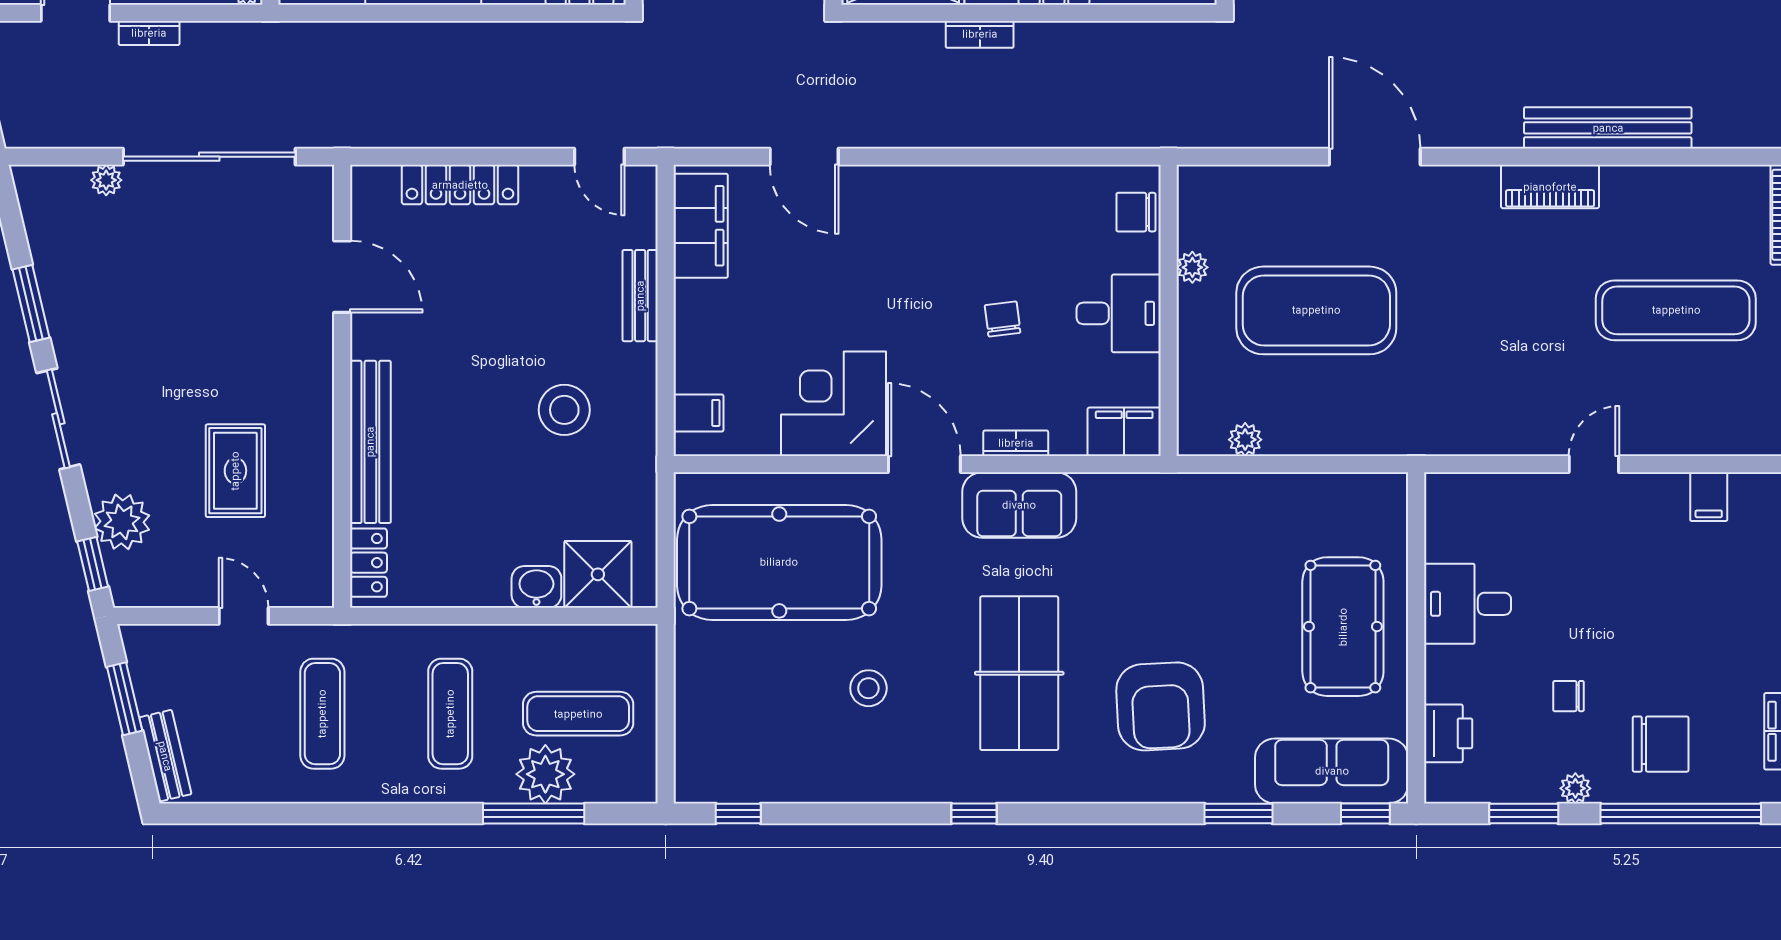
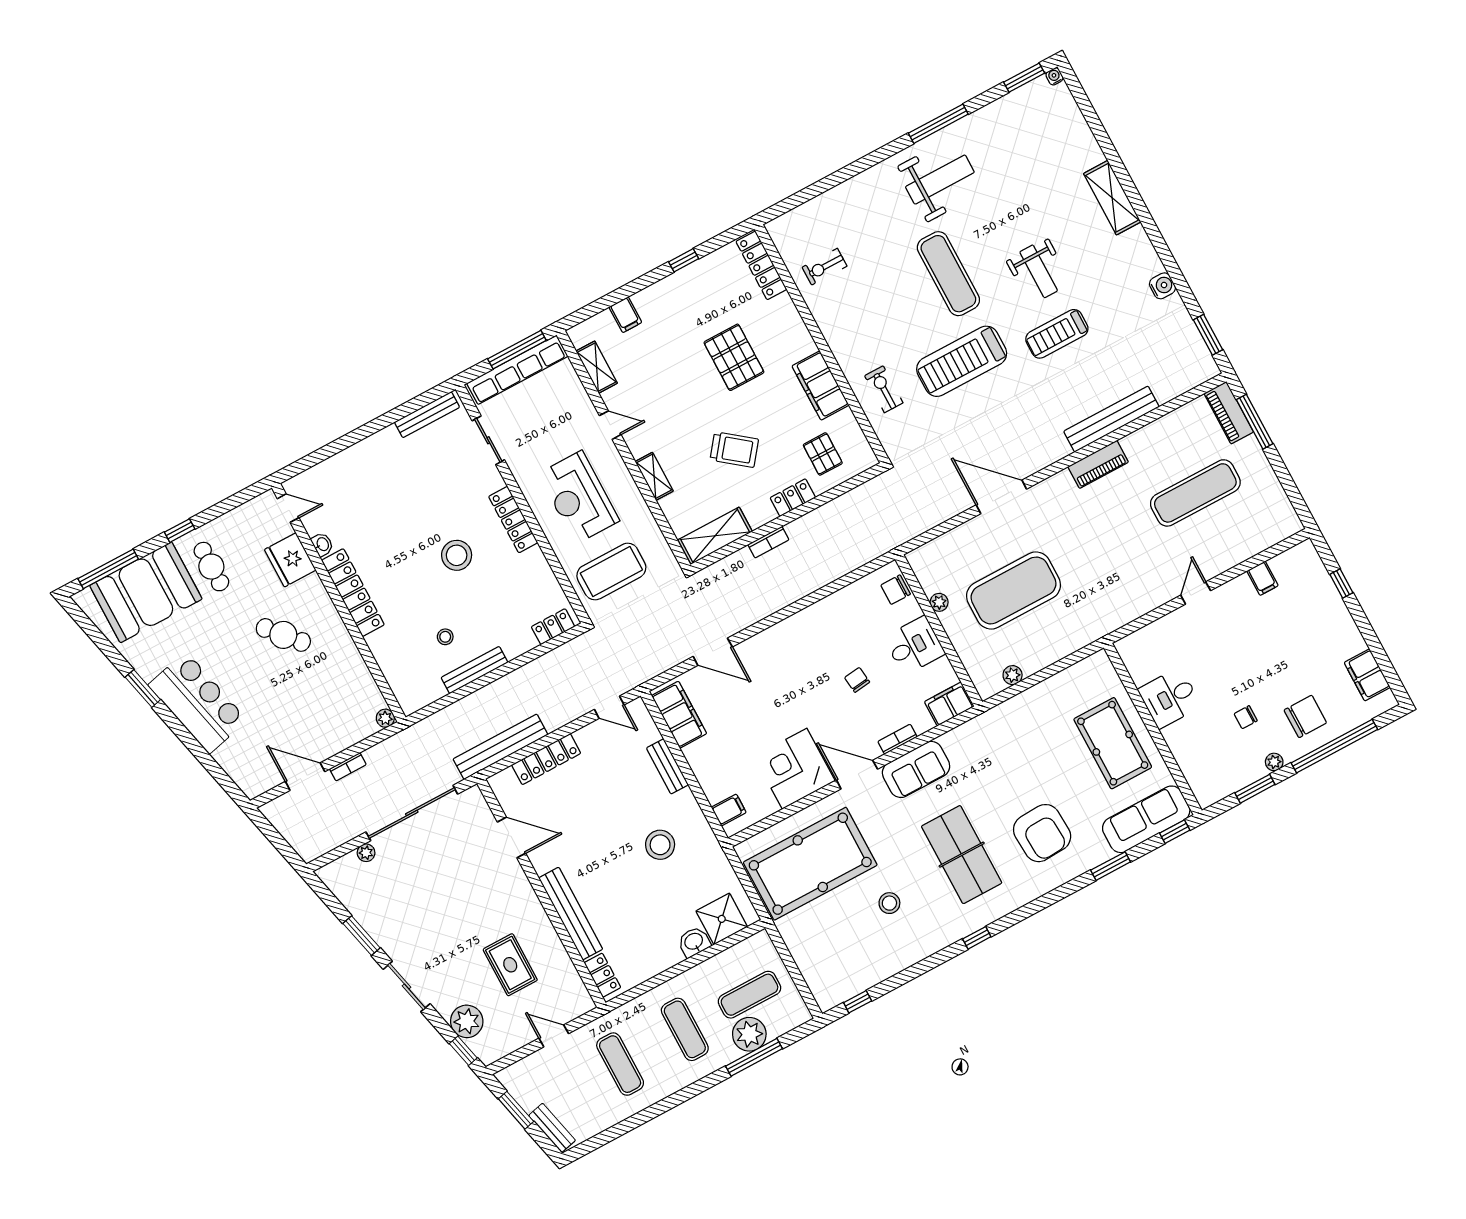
bench: (400, 128) -> (500, 747), added
printer: (1448, 733) -> (1195, 769), removed

